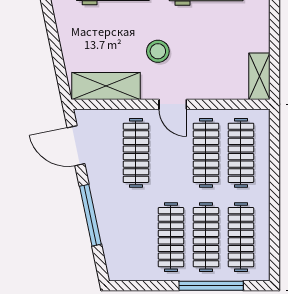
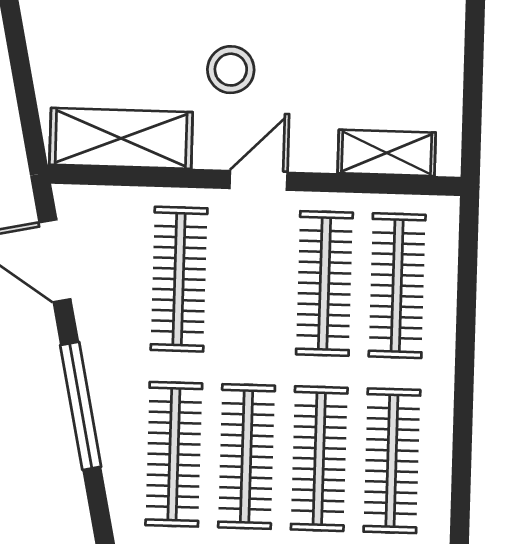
shelving: (259, 76) -> (387, 153), moved, turned 90
door: (173, 104) -> (258, 180), swing flipped
clothes rail: (136, 237) -> (174, 454), added

